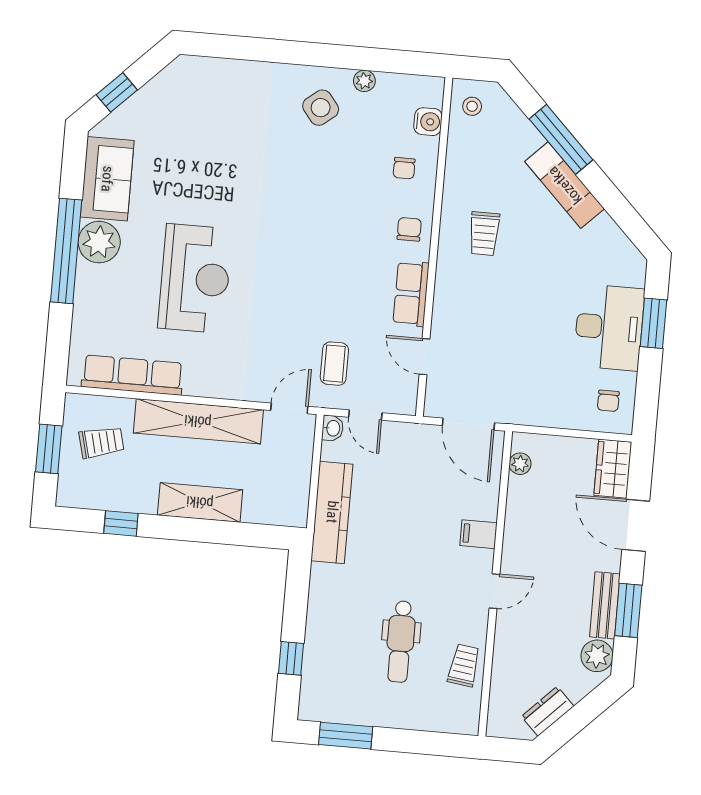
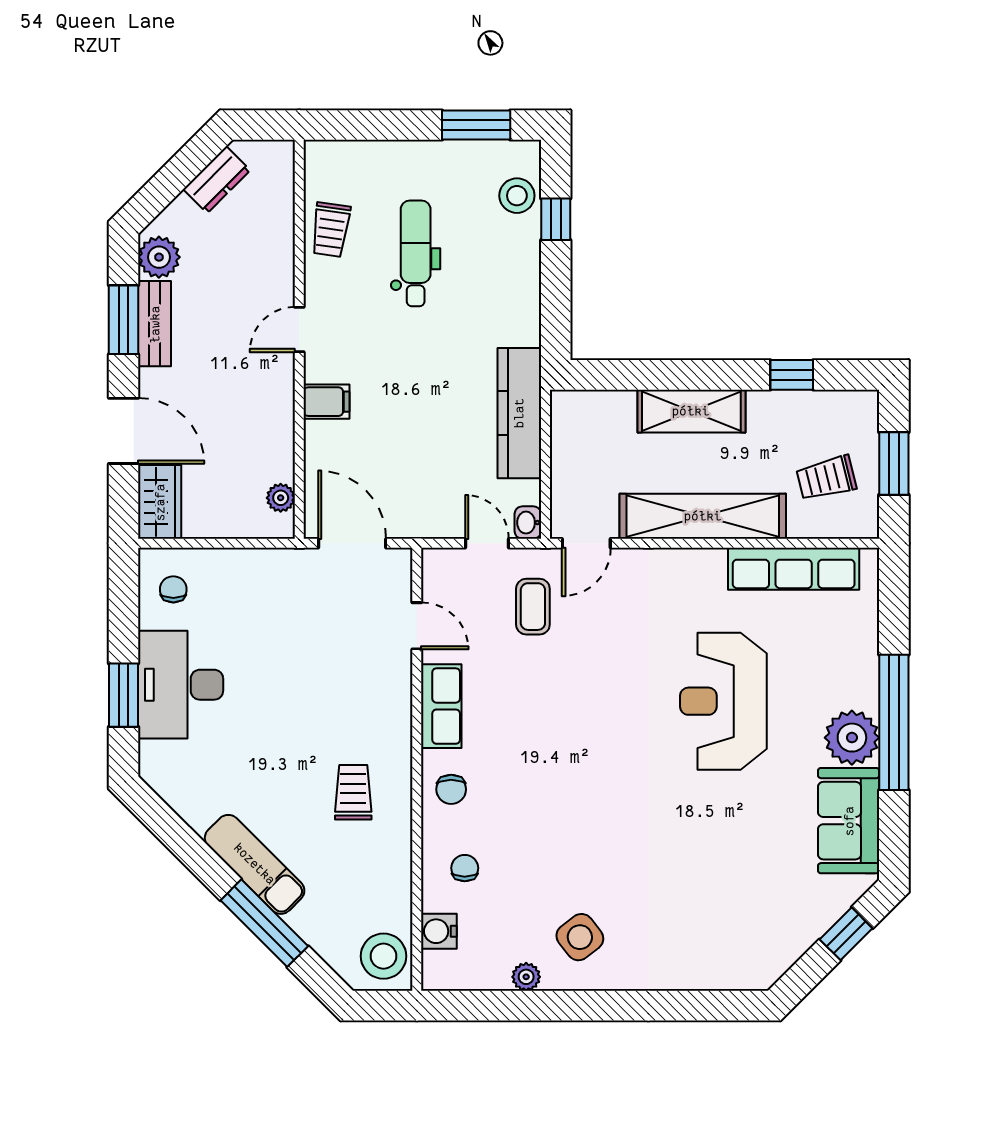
stool: (472, 106) -> (383, 956), width x1.89, depth x1.89
stool: (319, 679) -> (517, 196), added

